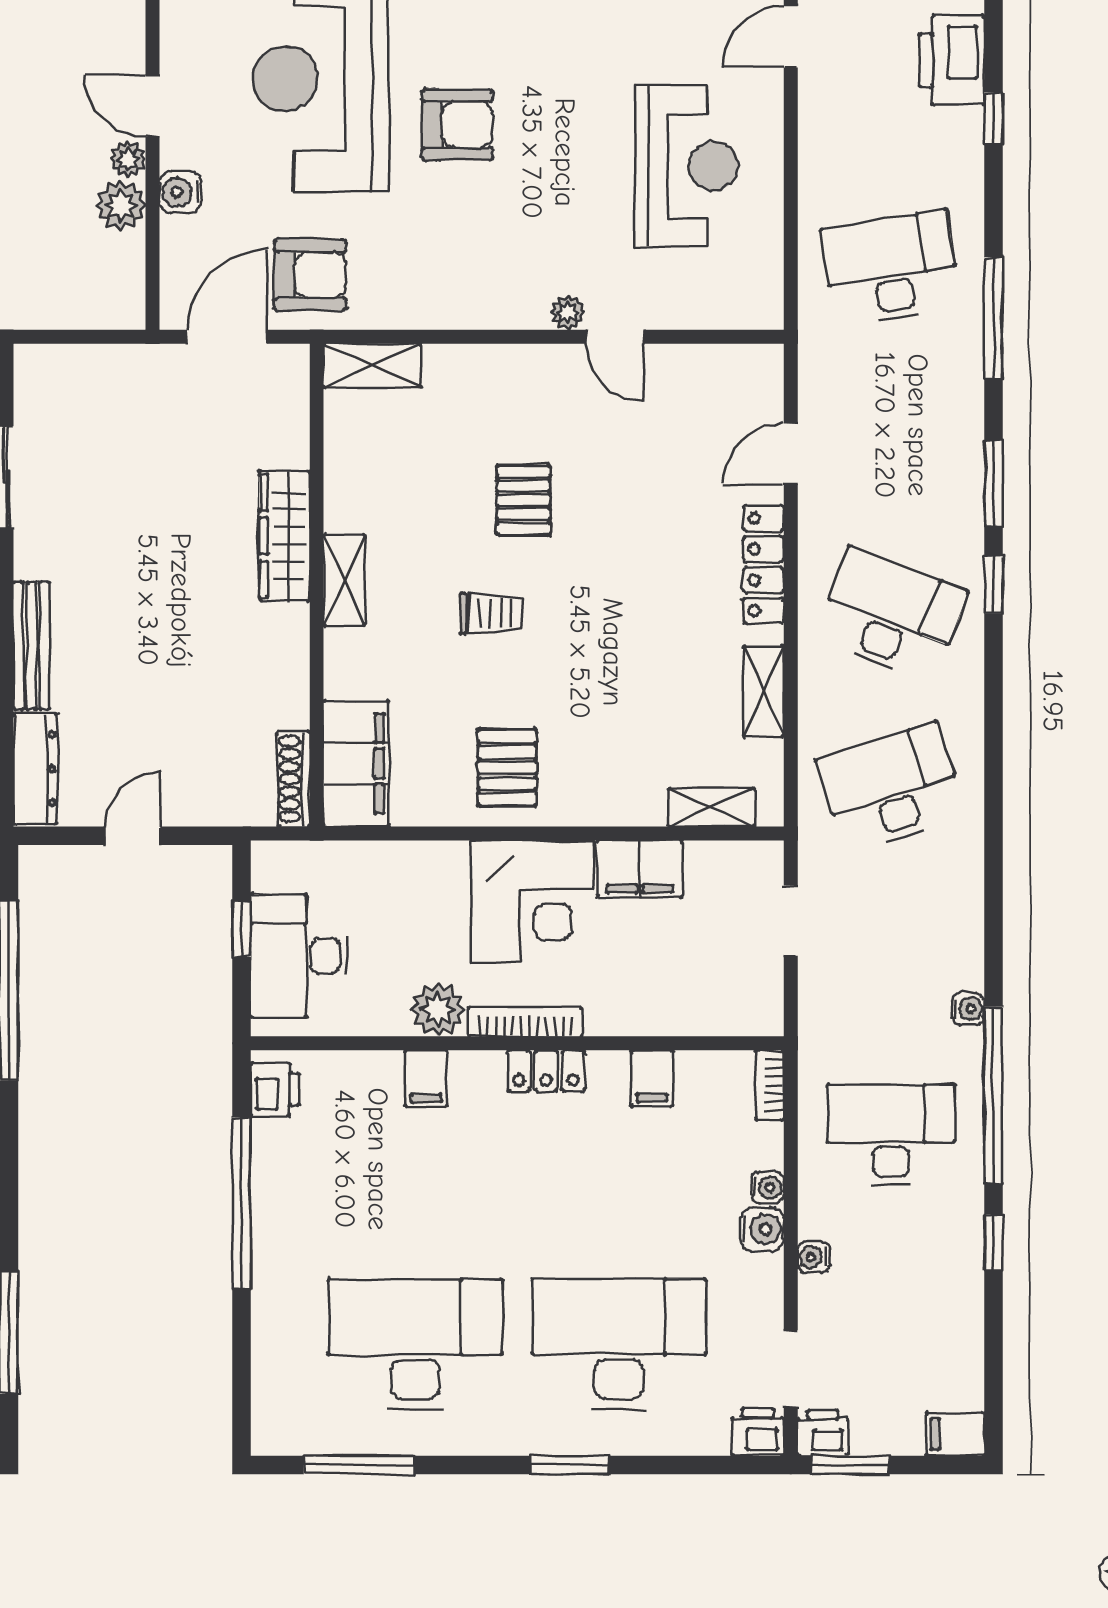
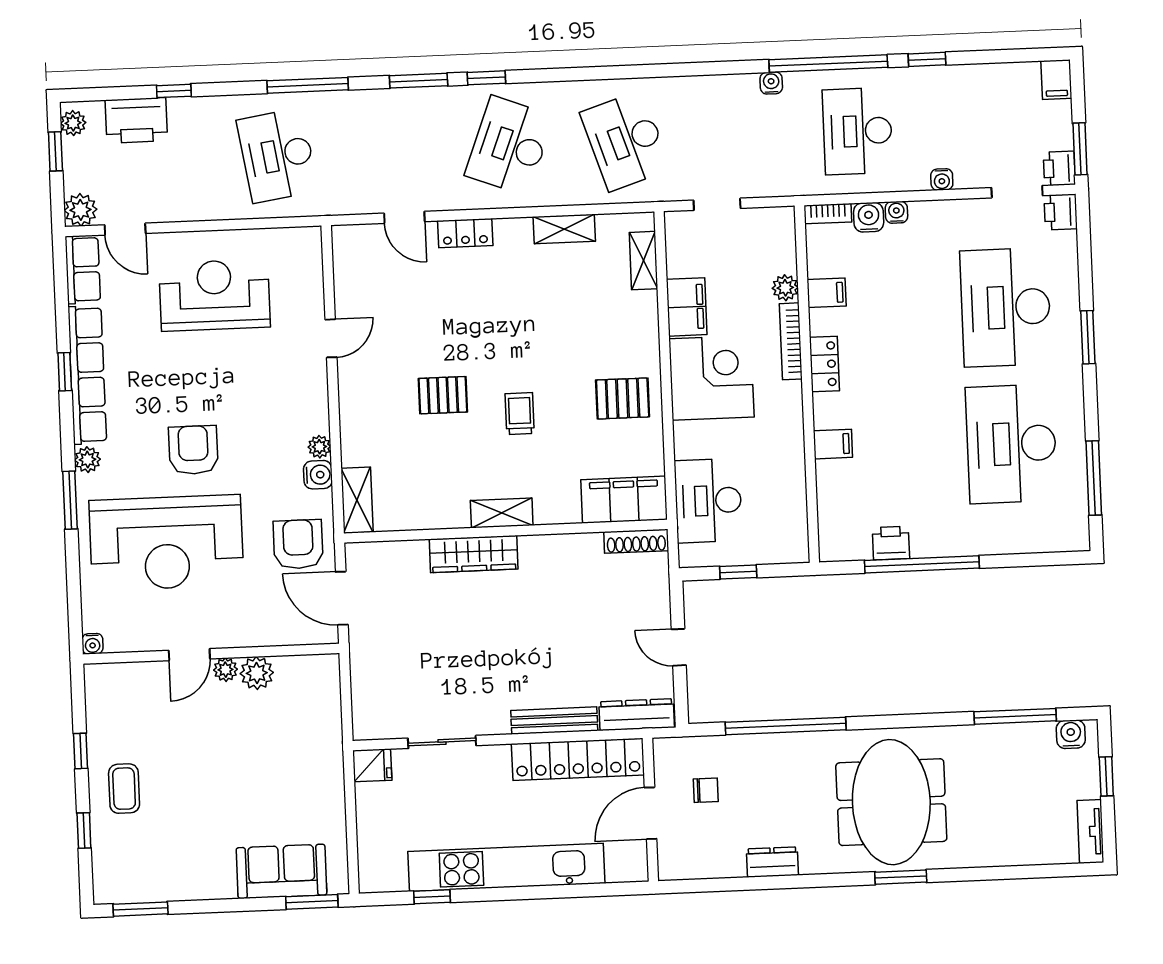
water cooler: (180, 192) -> (318, 475), moved, turned -90
plant: (568, 313) -> (319, 447), moved
locker: (763, 565) -> (465, 233), width x0.66
desk: (299, 956) -> (708, 501), moved, turned 90
plant: (438, 1010) -> (785, 288), moved, width x0.73, depth x0.73
bookcase: (525, 1022) -> (791, 341), moved
printer: (275, 1089) -> (891, 543), moved
water cooler: (762, 1229) -> (869, 217), moved

